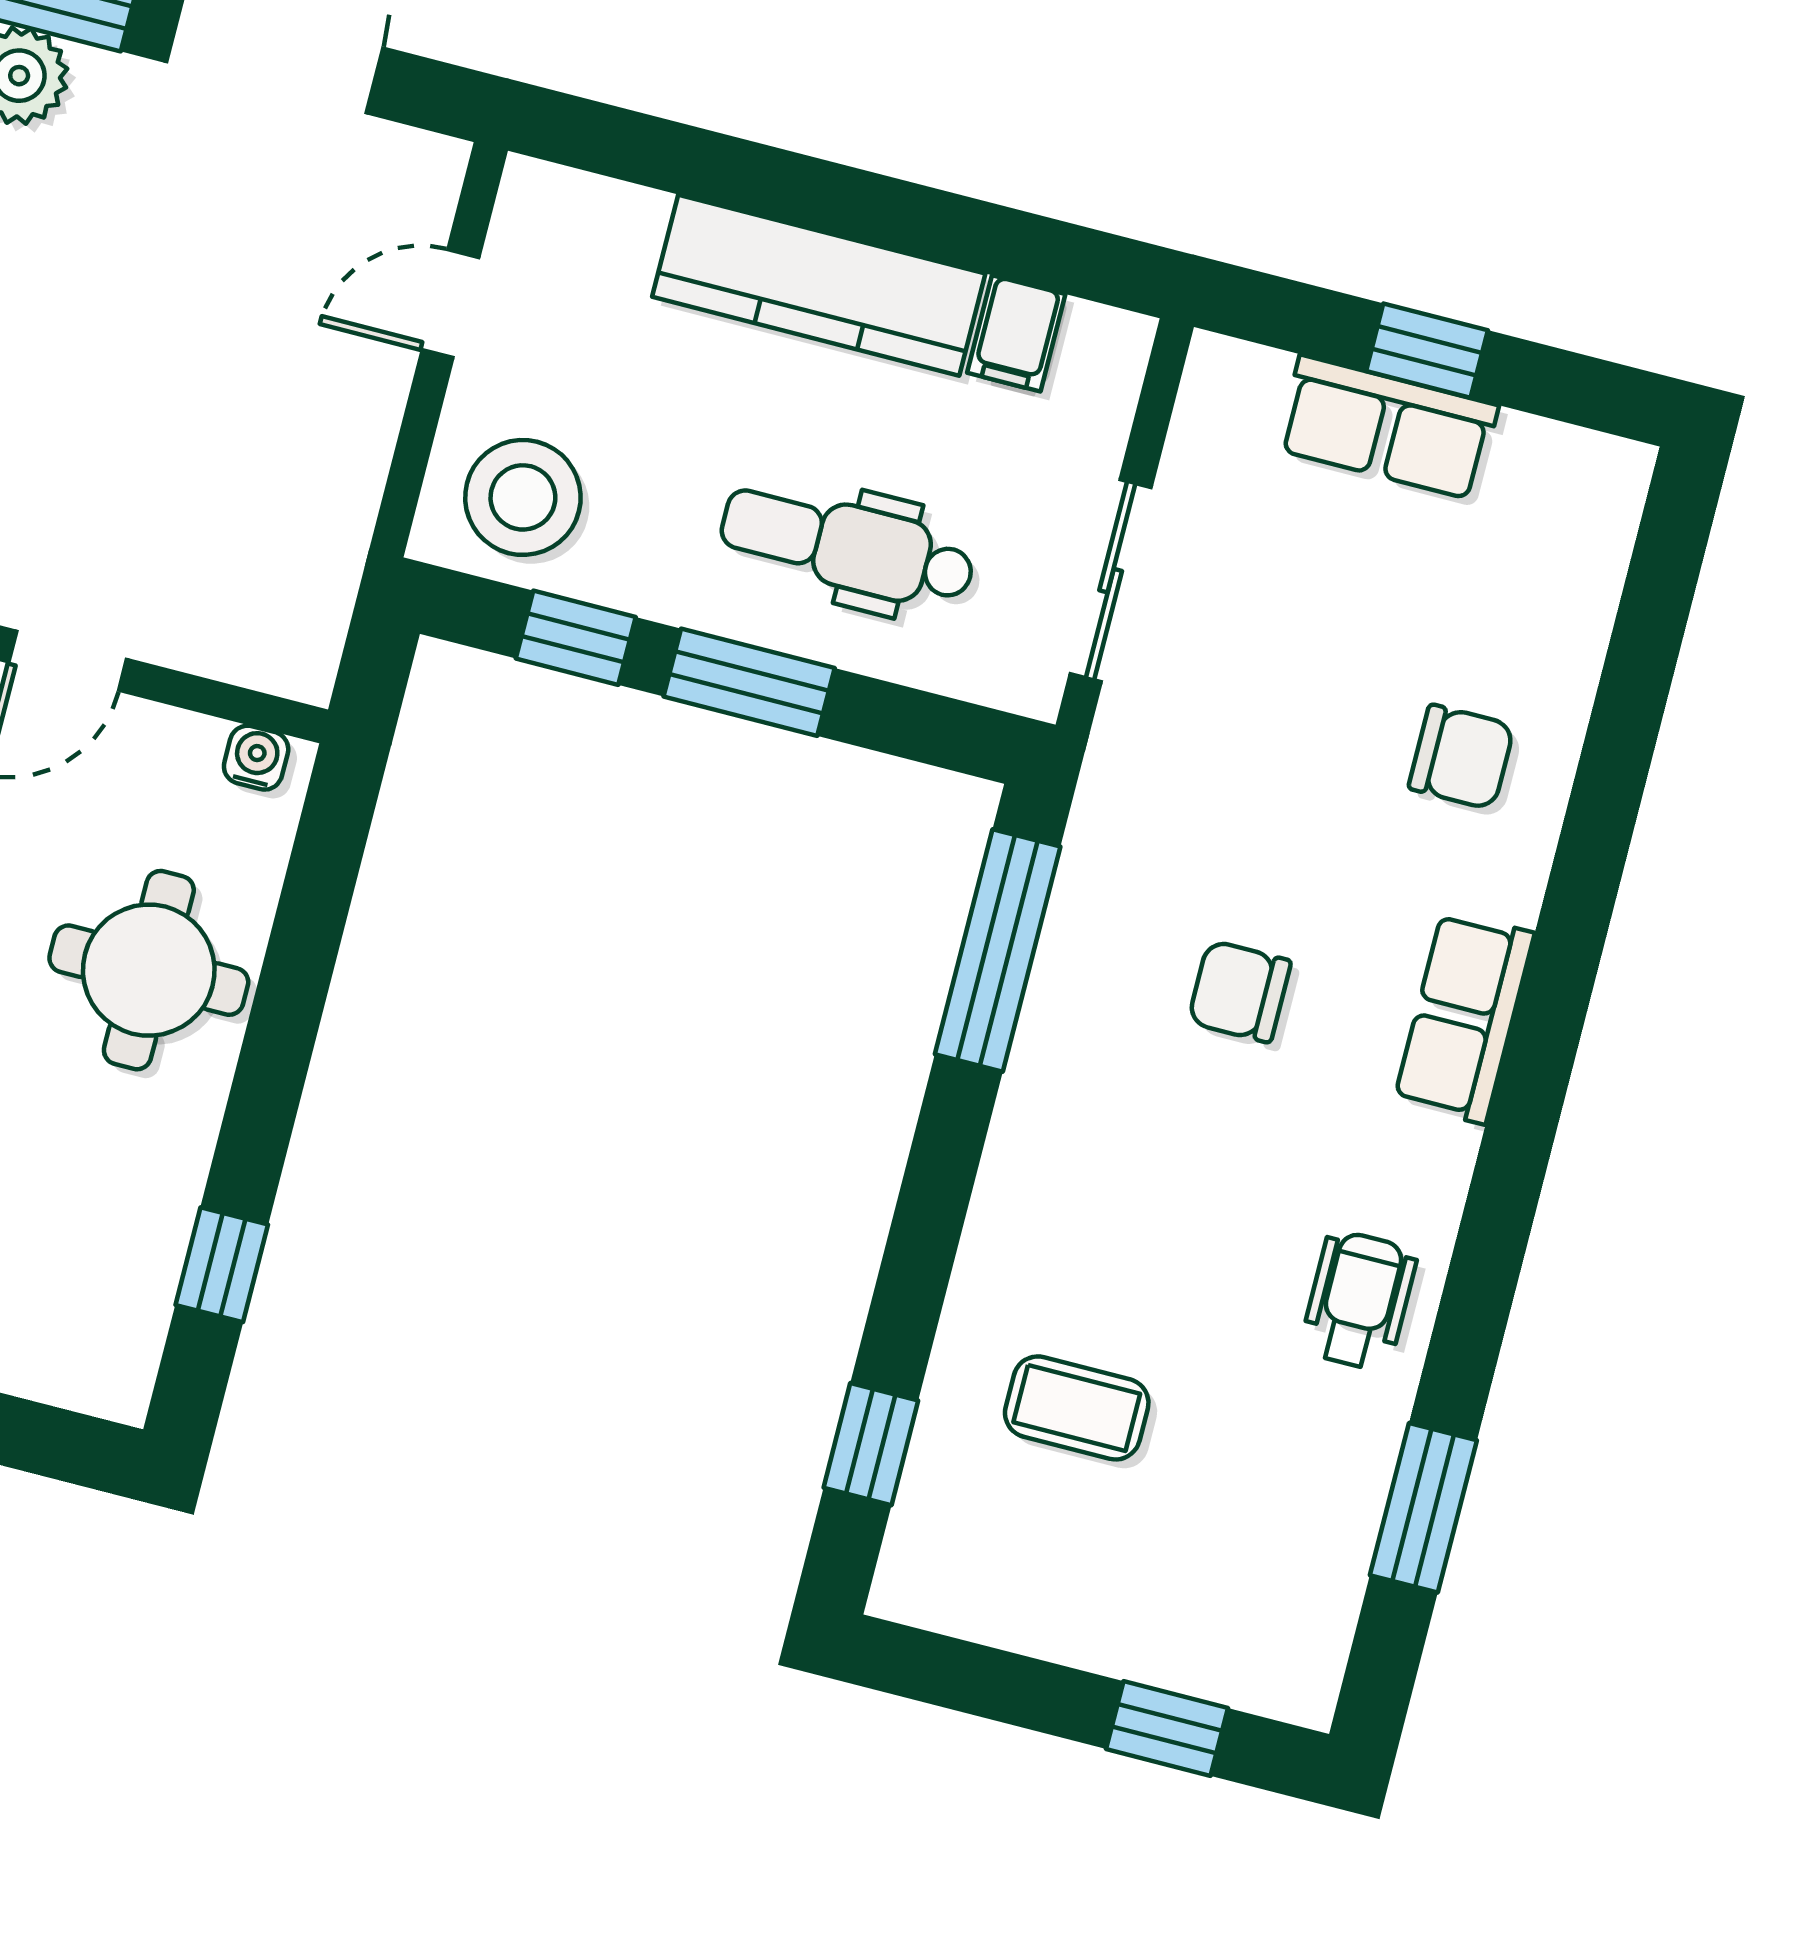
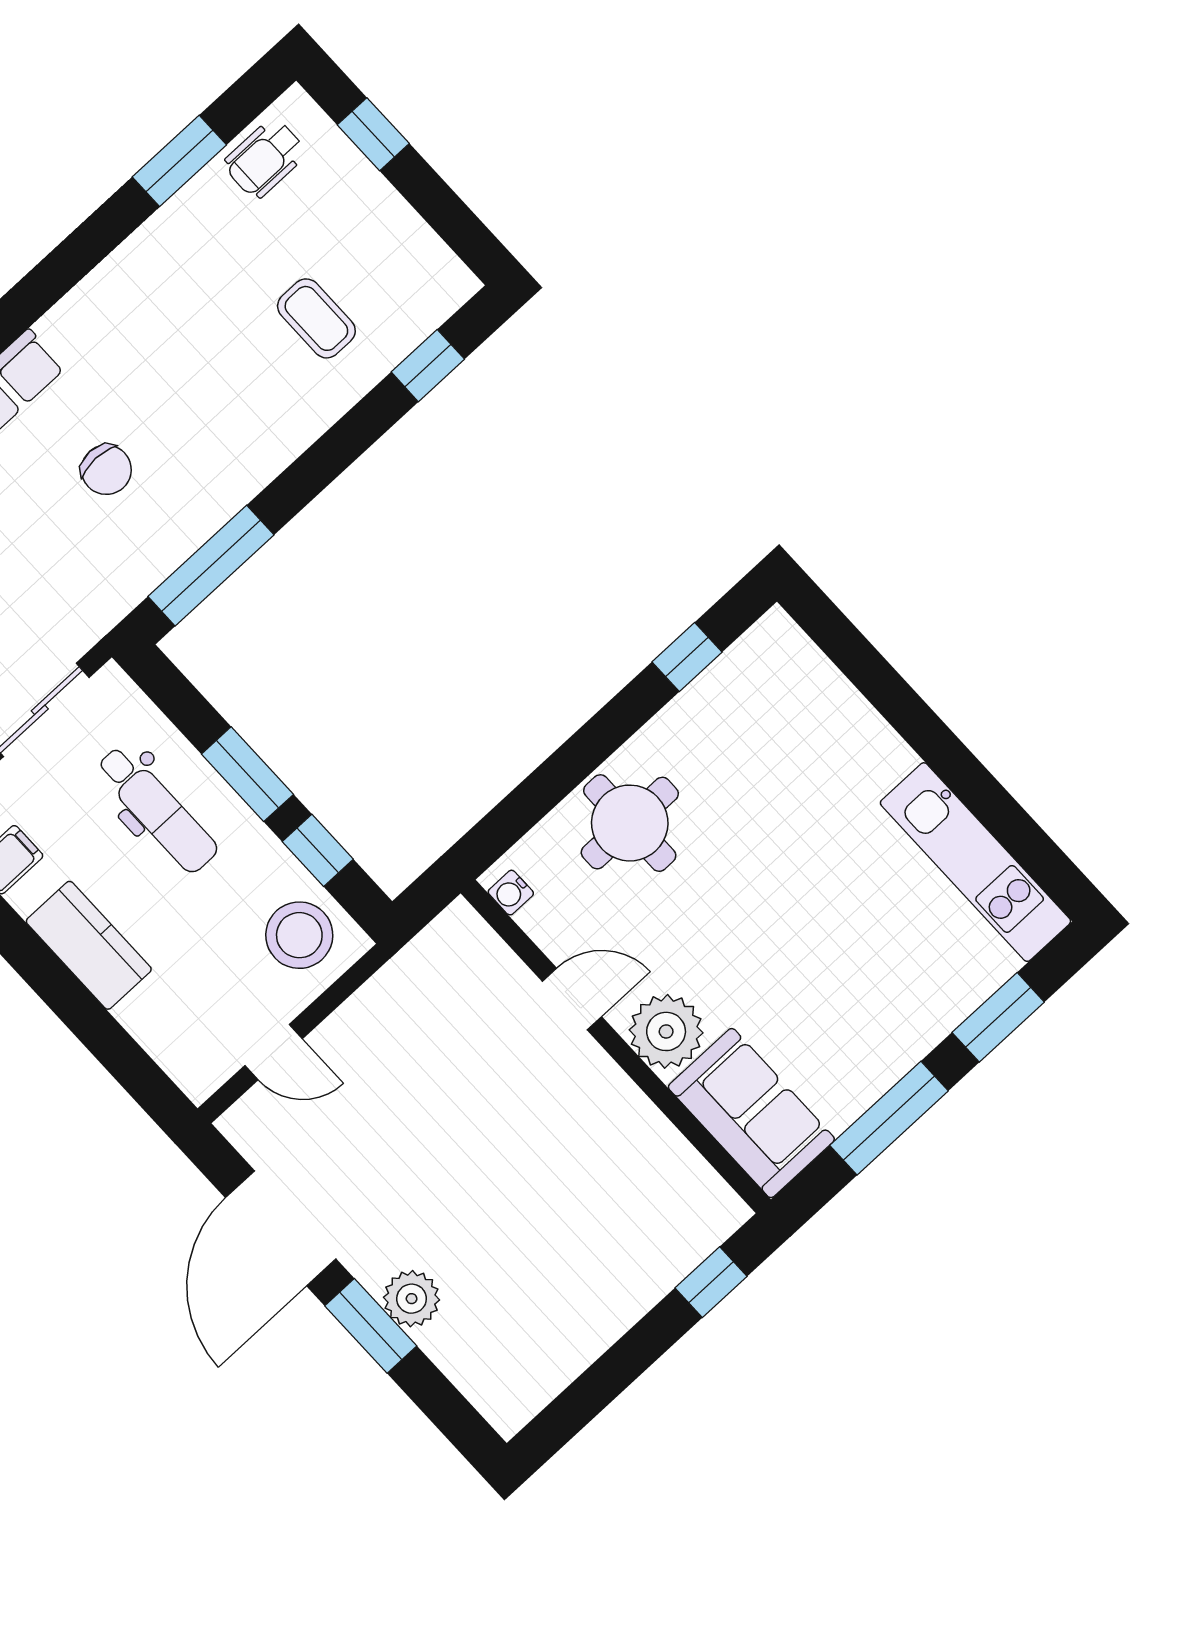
kitchen counter: (819, 285) -> (89, 945), width x0.67
wheelchair: (1359, 1300) -> (265, 158), moved

